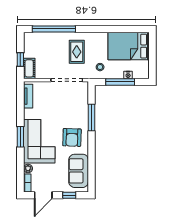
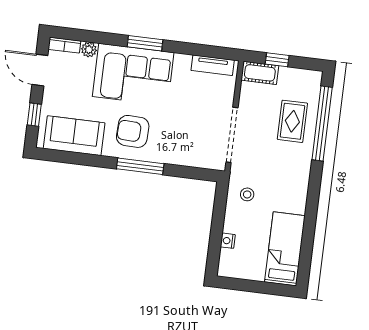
bed: (129, 46) -> (285, 249), width x0.67
rug: (77, 52) -> (292, 121), moved, turned 90
window: (120, 82) -> (217, 226), removed
window: (91, 117) -> (140, 166), moved

